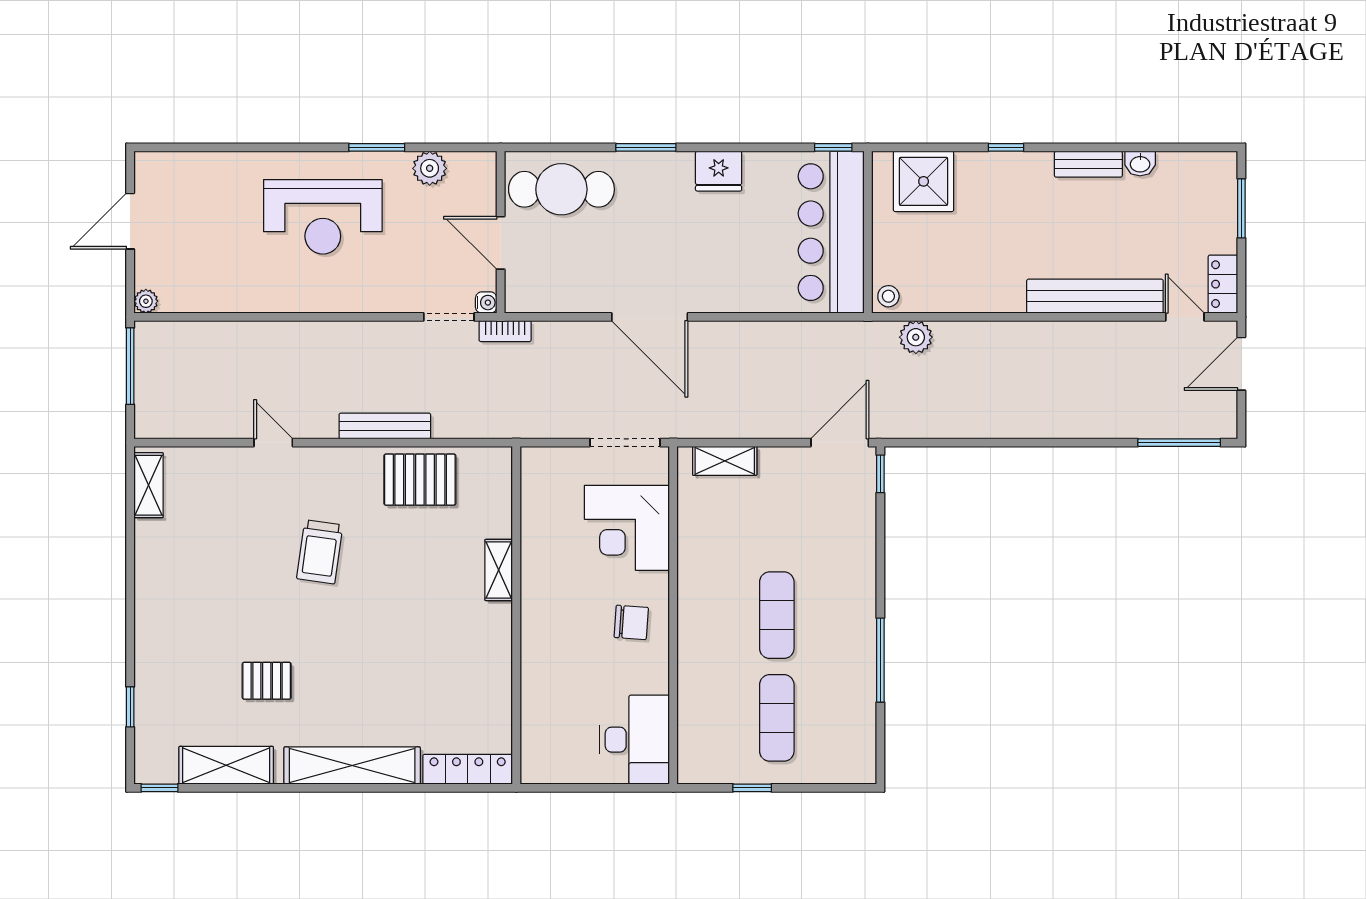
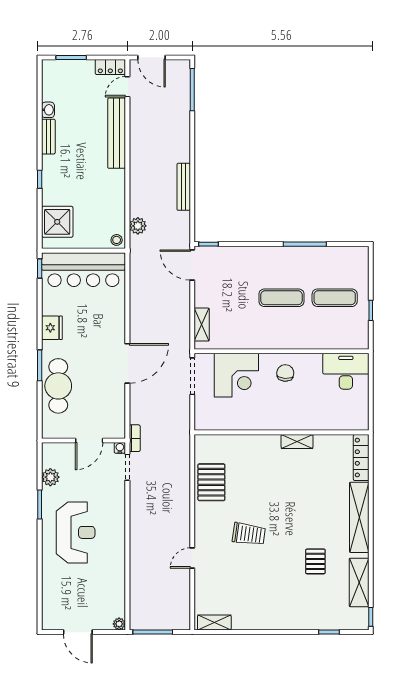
cafe table: (561, 189) -> (58, 386), moved
bench: (385, 426) -> (184, 187), moved
shelving: (499, 570) -> (297, 441), moved

